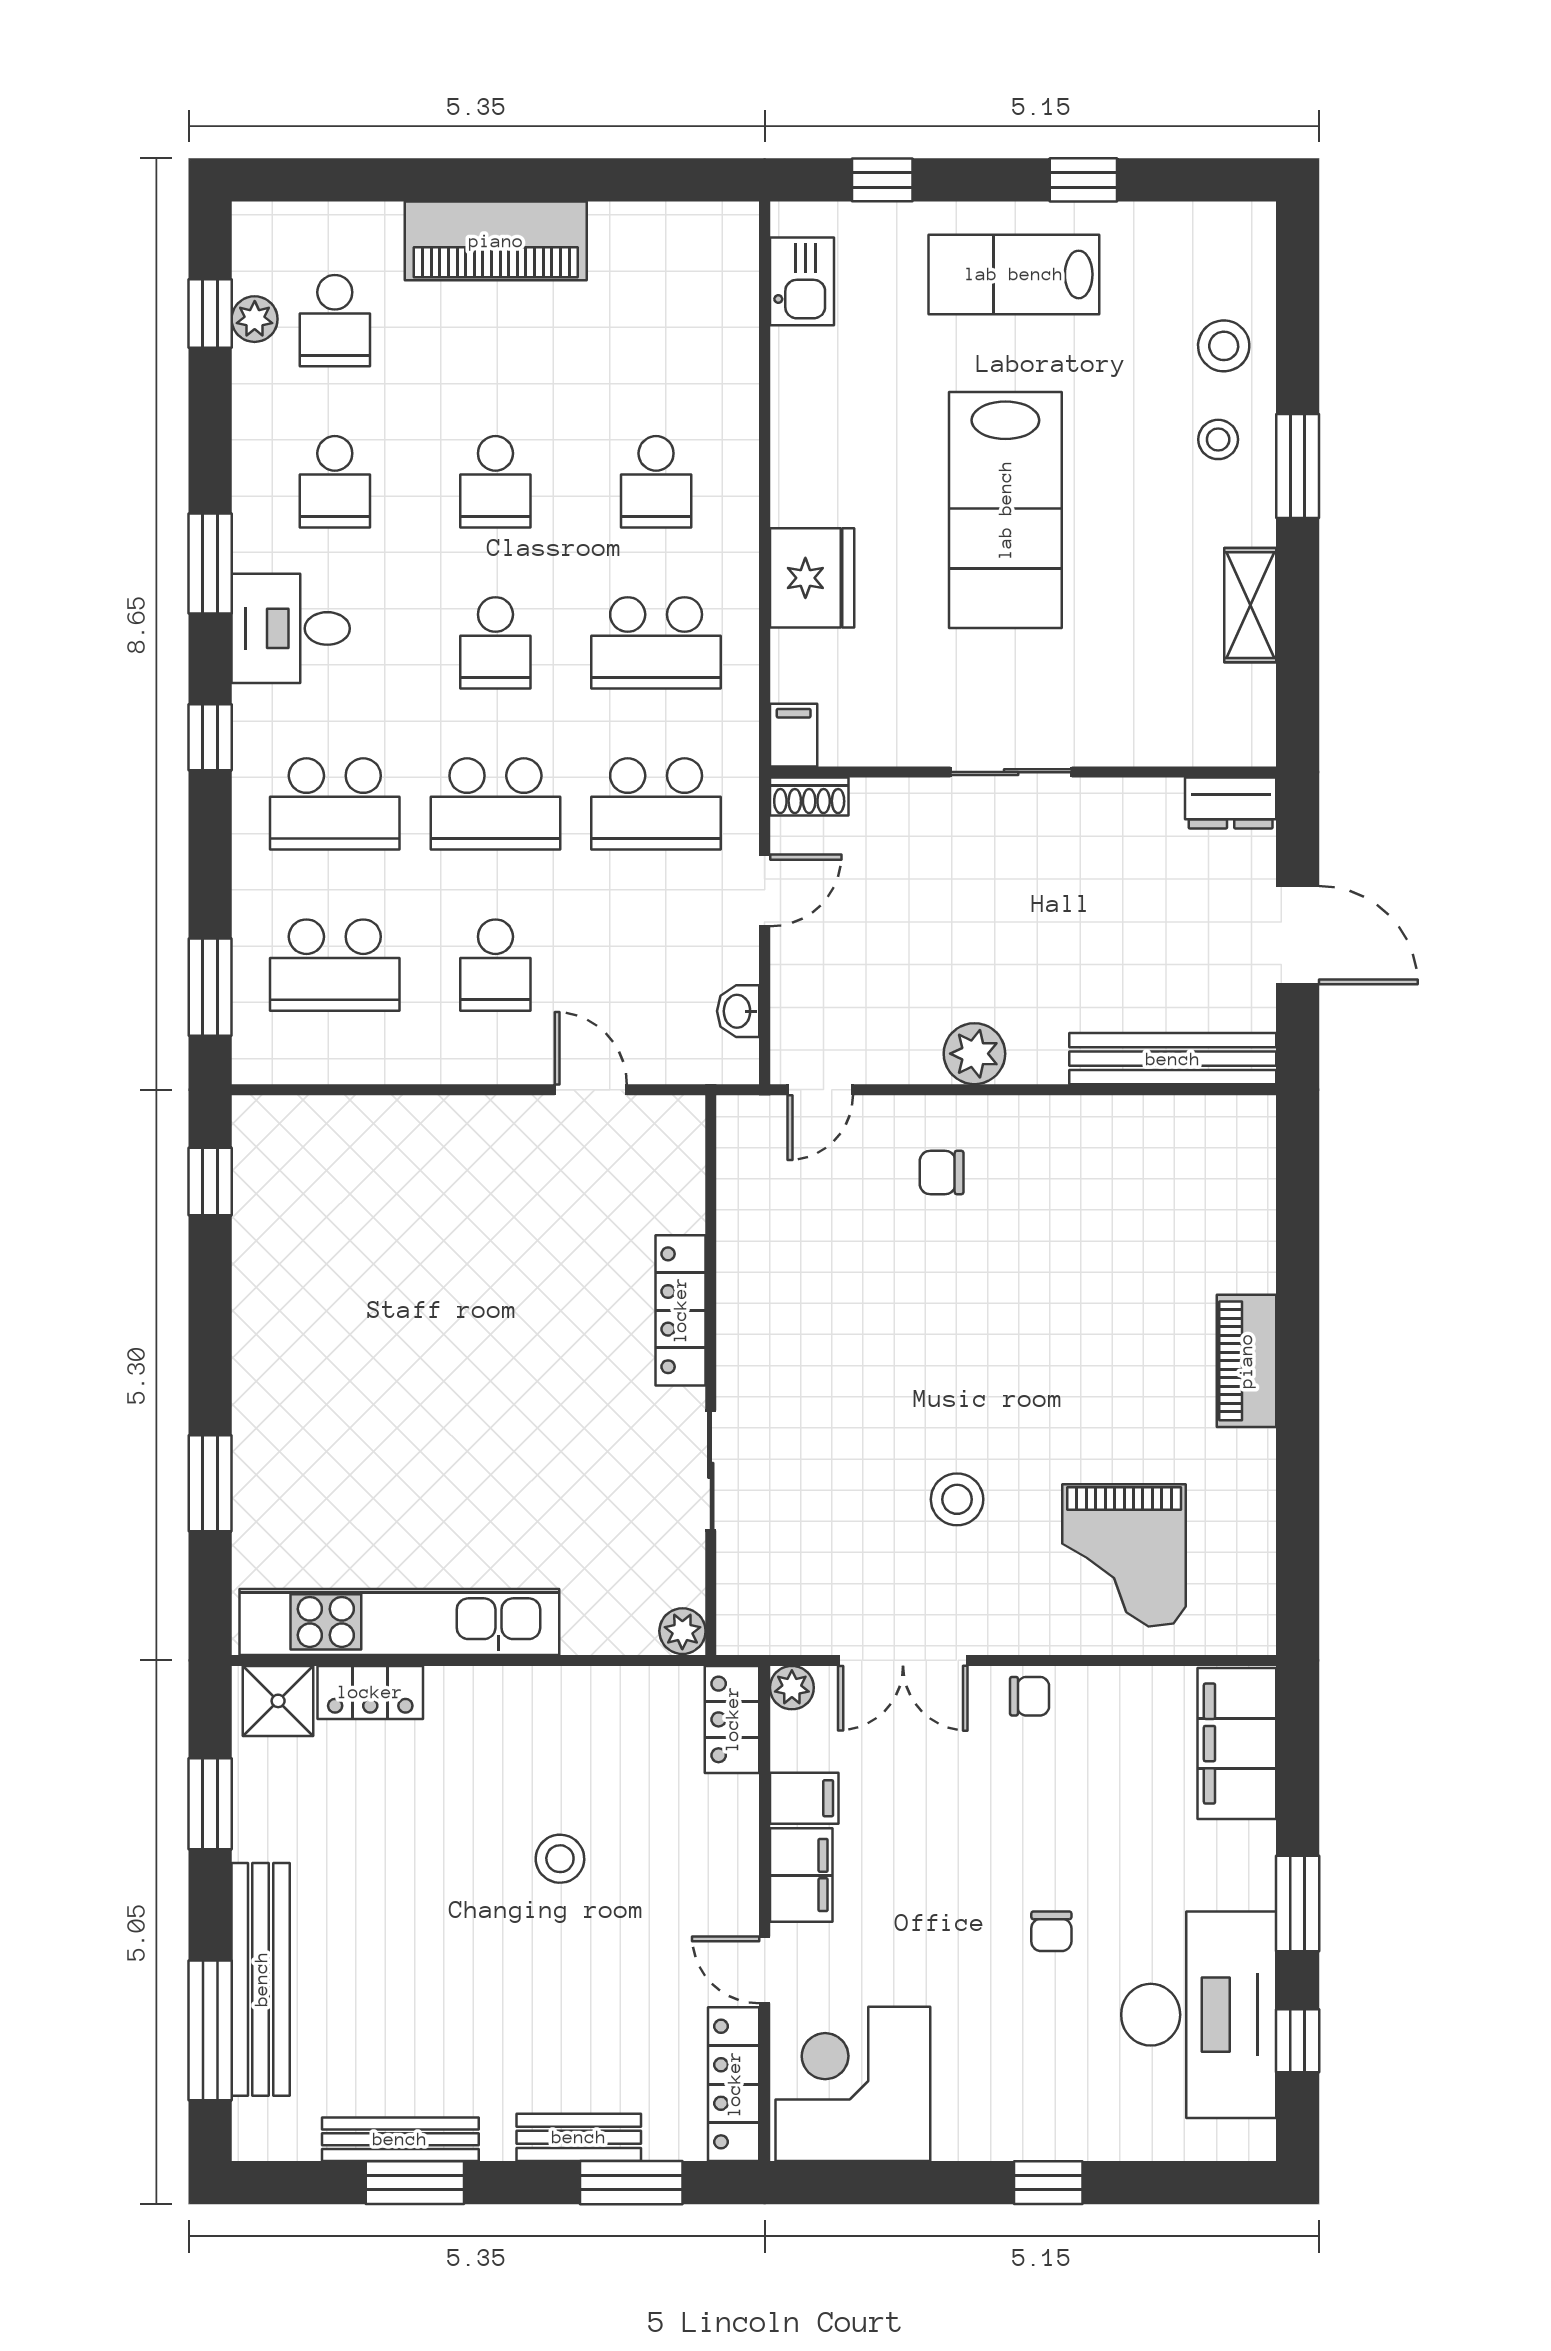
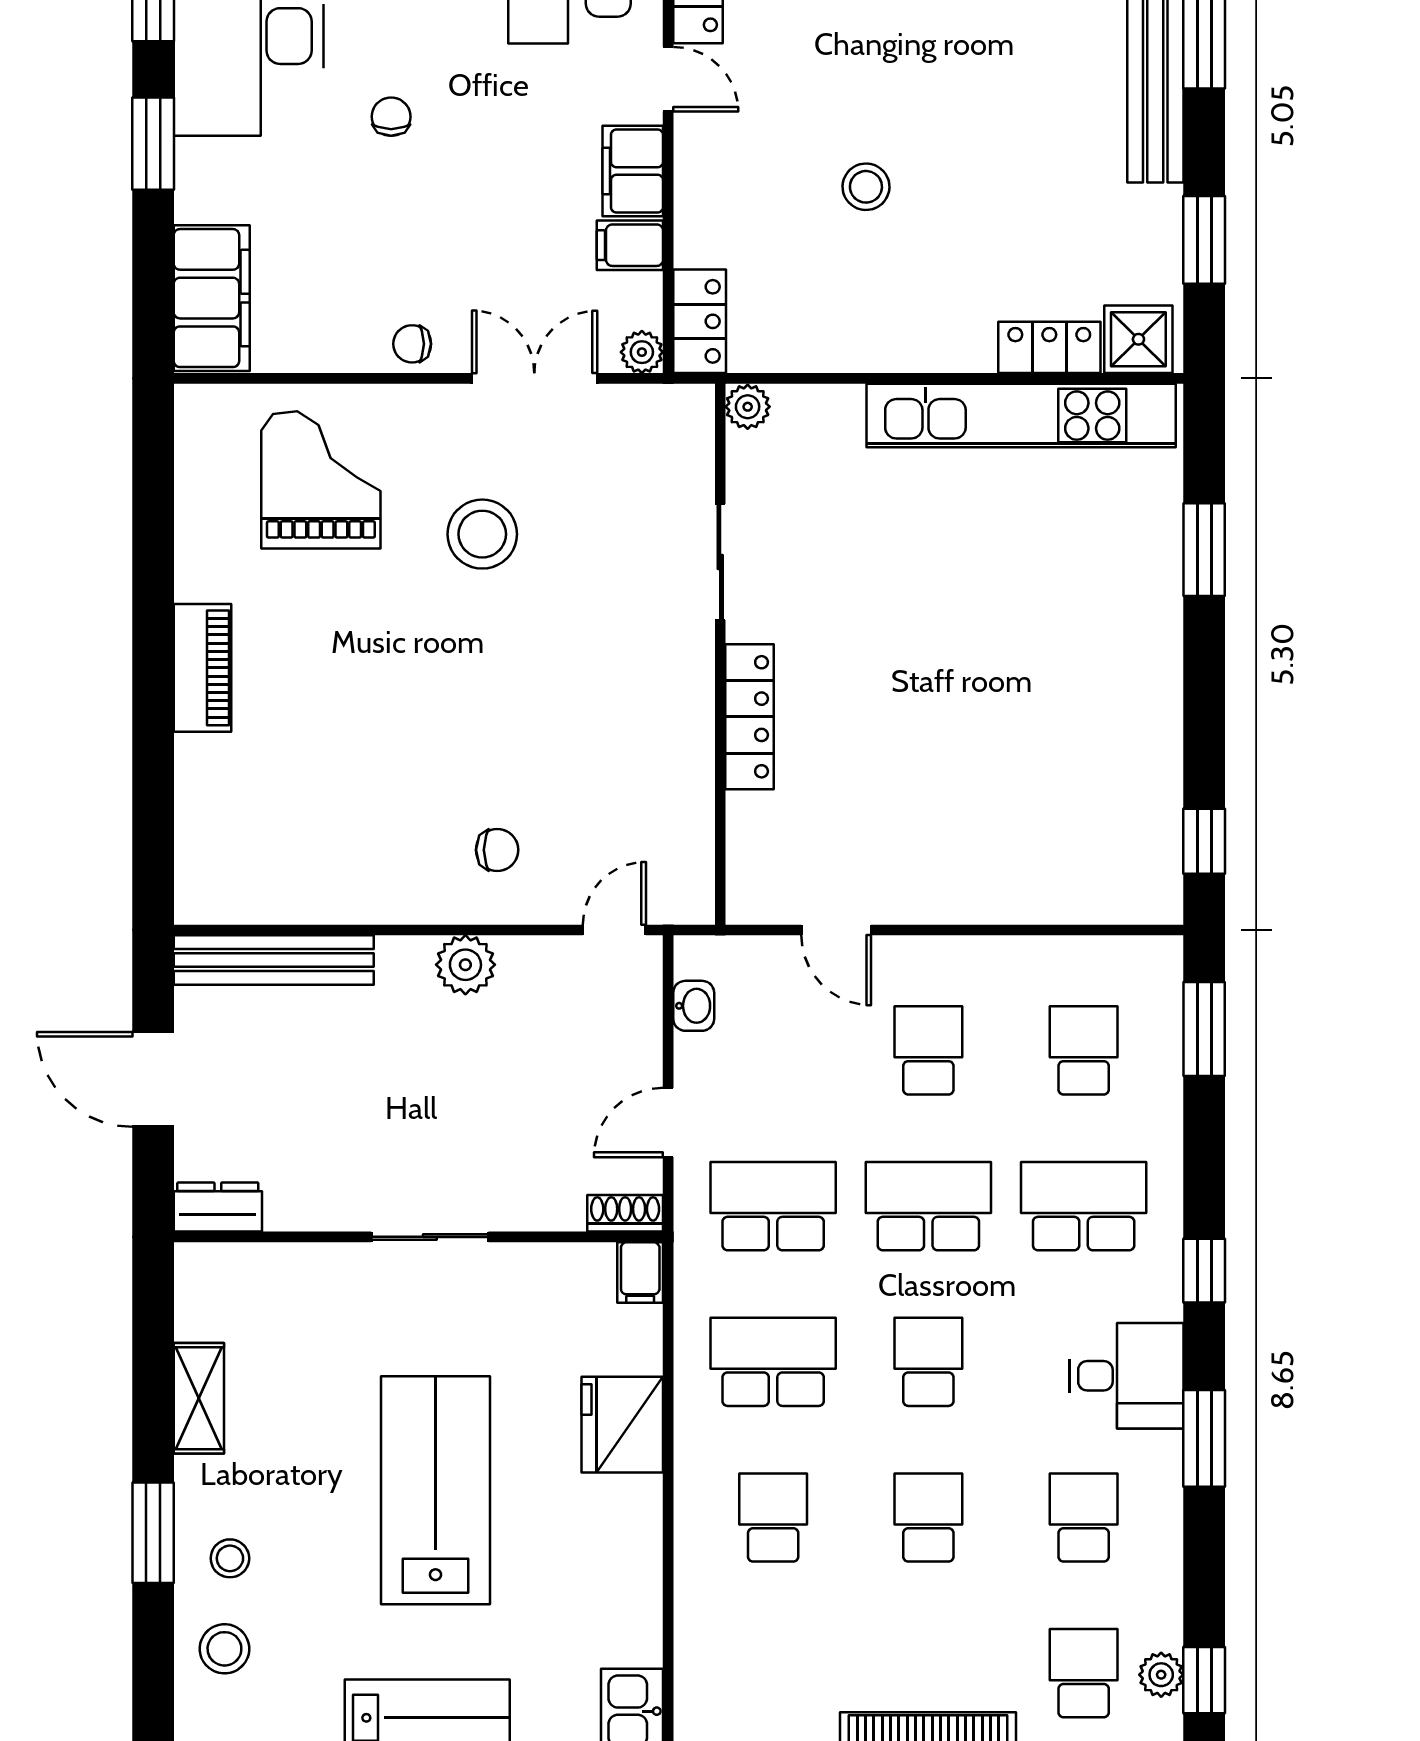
school desk: (335, 965) -> (1084, 1050), width x0.54
stool: (957, 1499) -> (482, 534), width x1.38, depth x1.38

